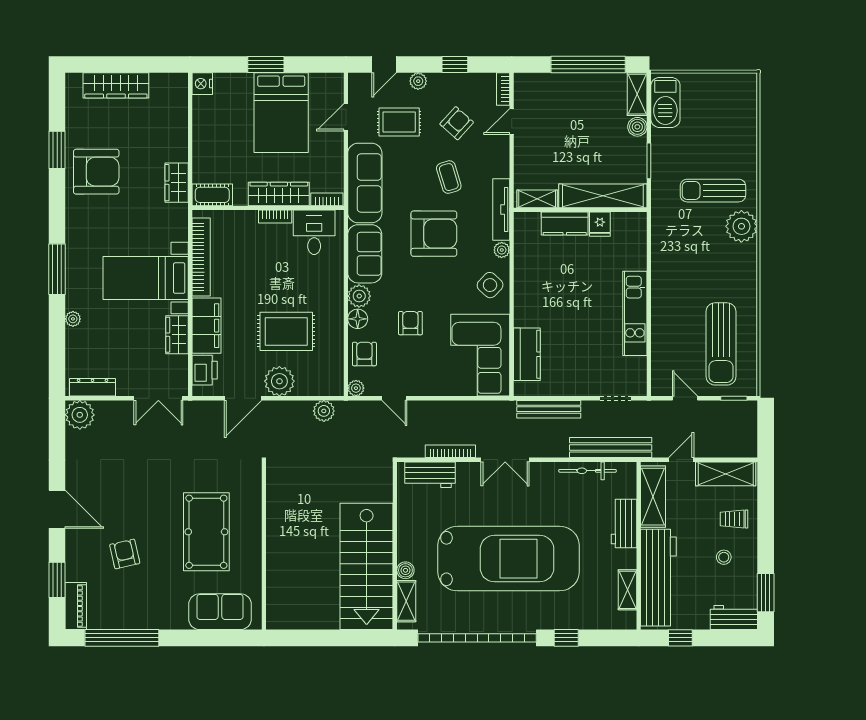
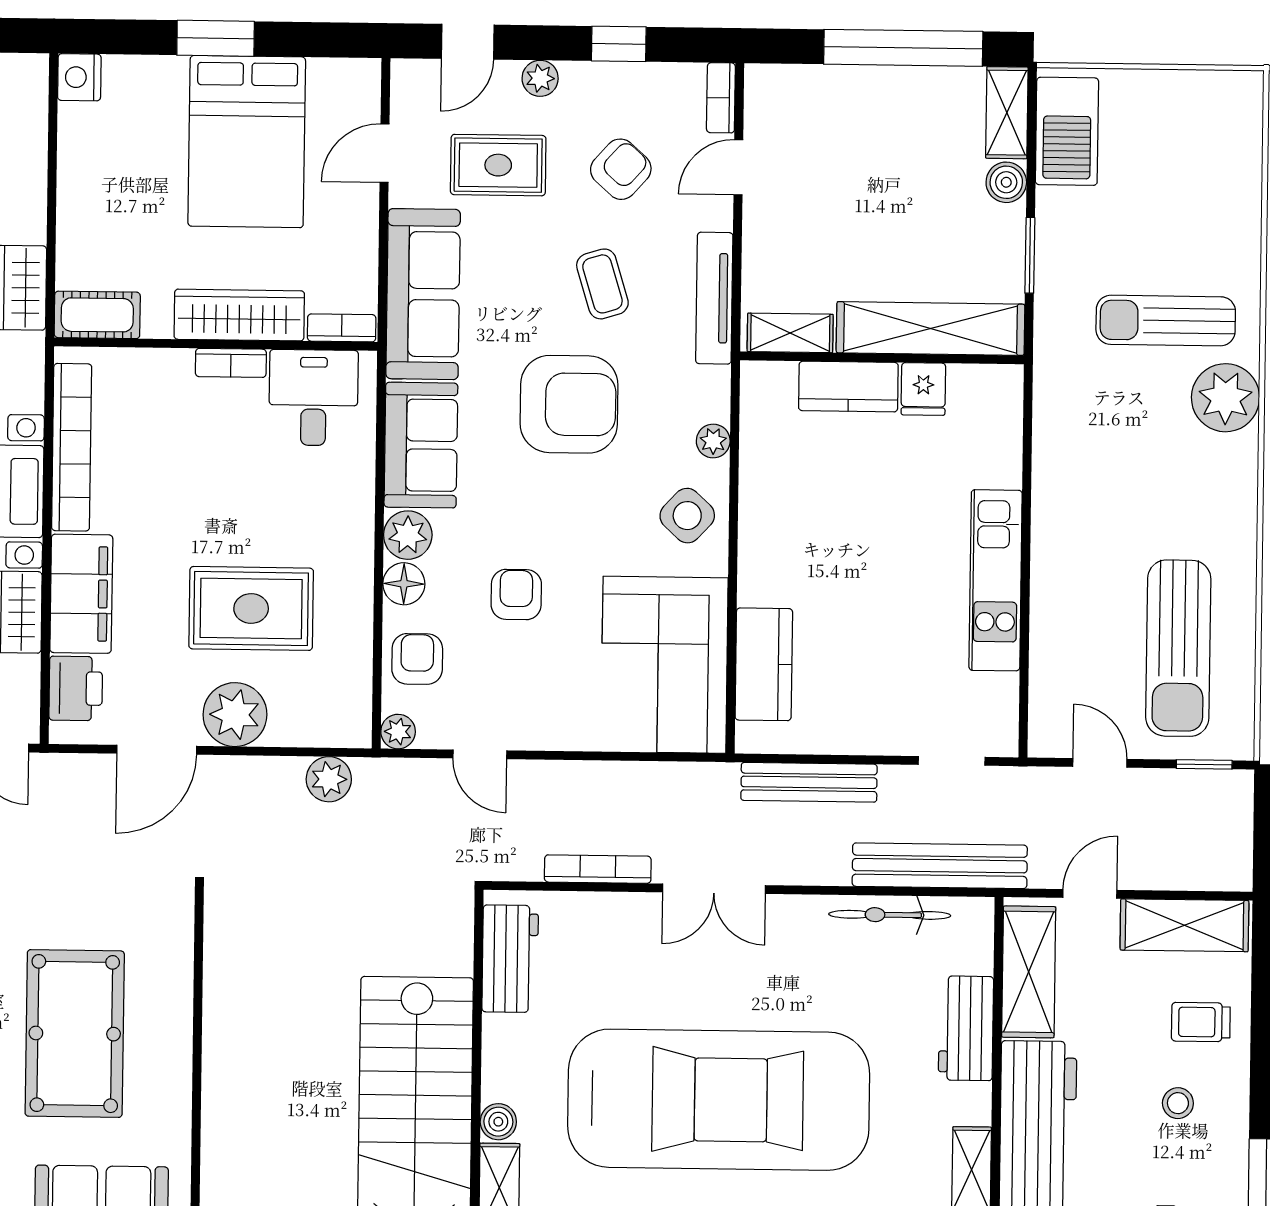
tv unit: (501, 210) -> (714, 298), moved
workbench: (430, 475) -> (510, 959), moved, turned -90

